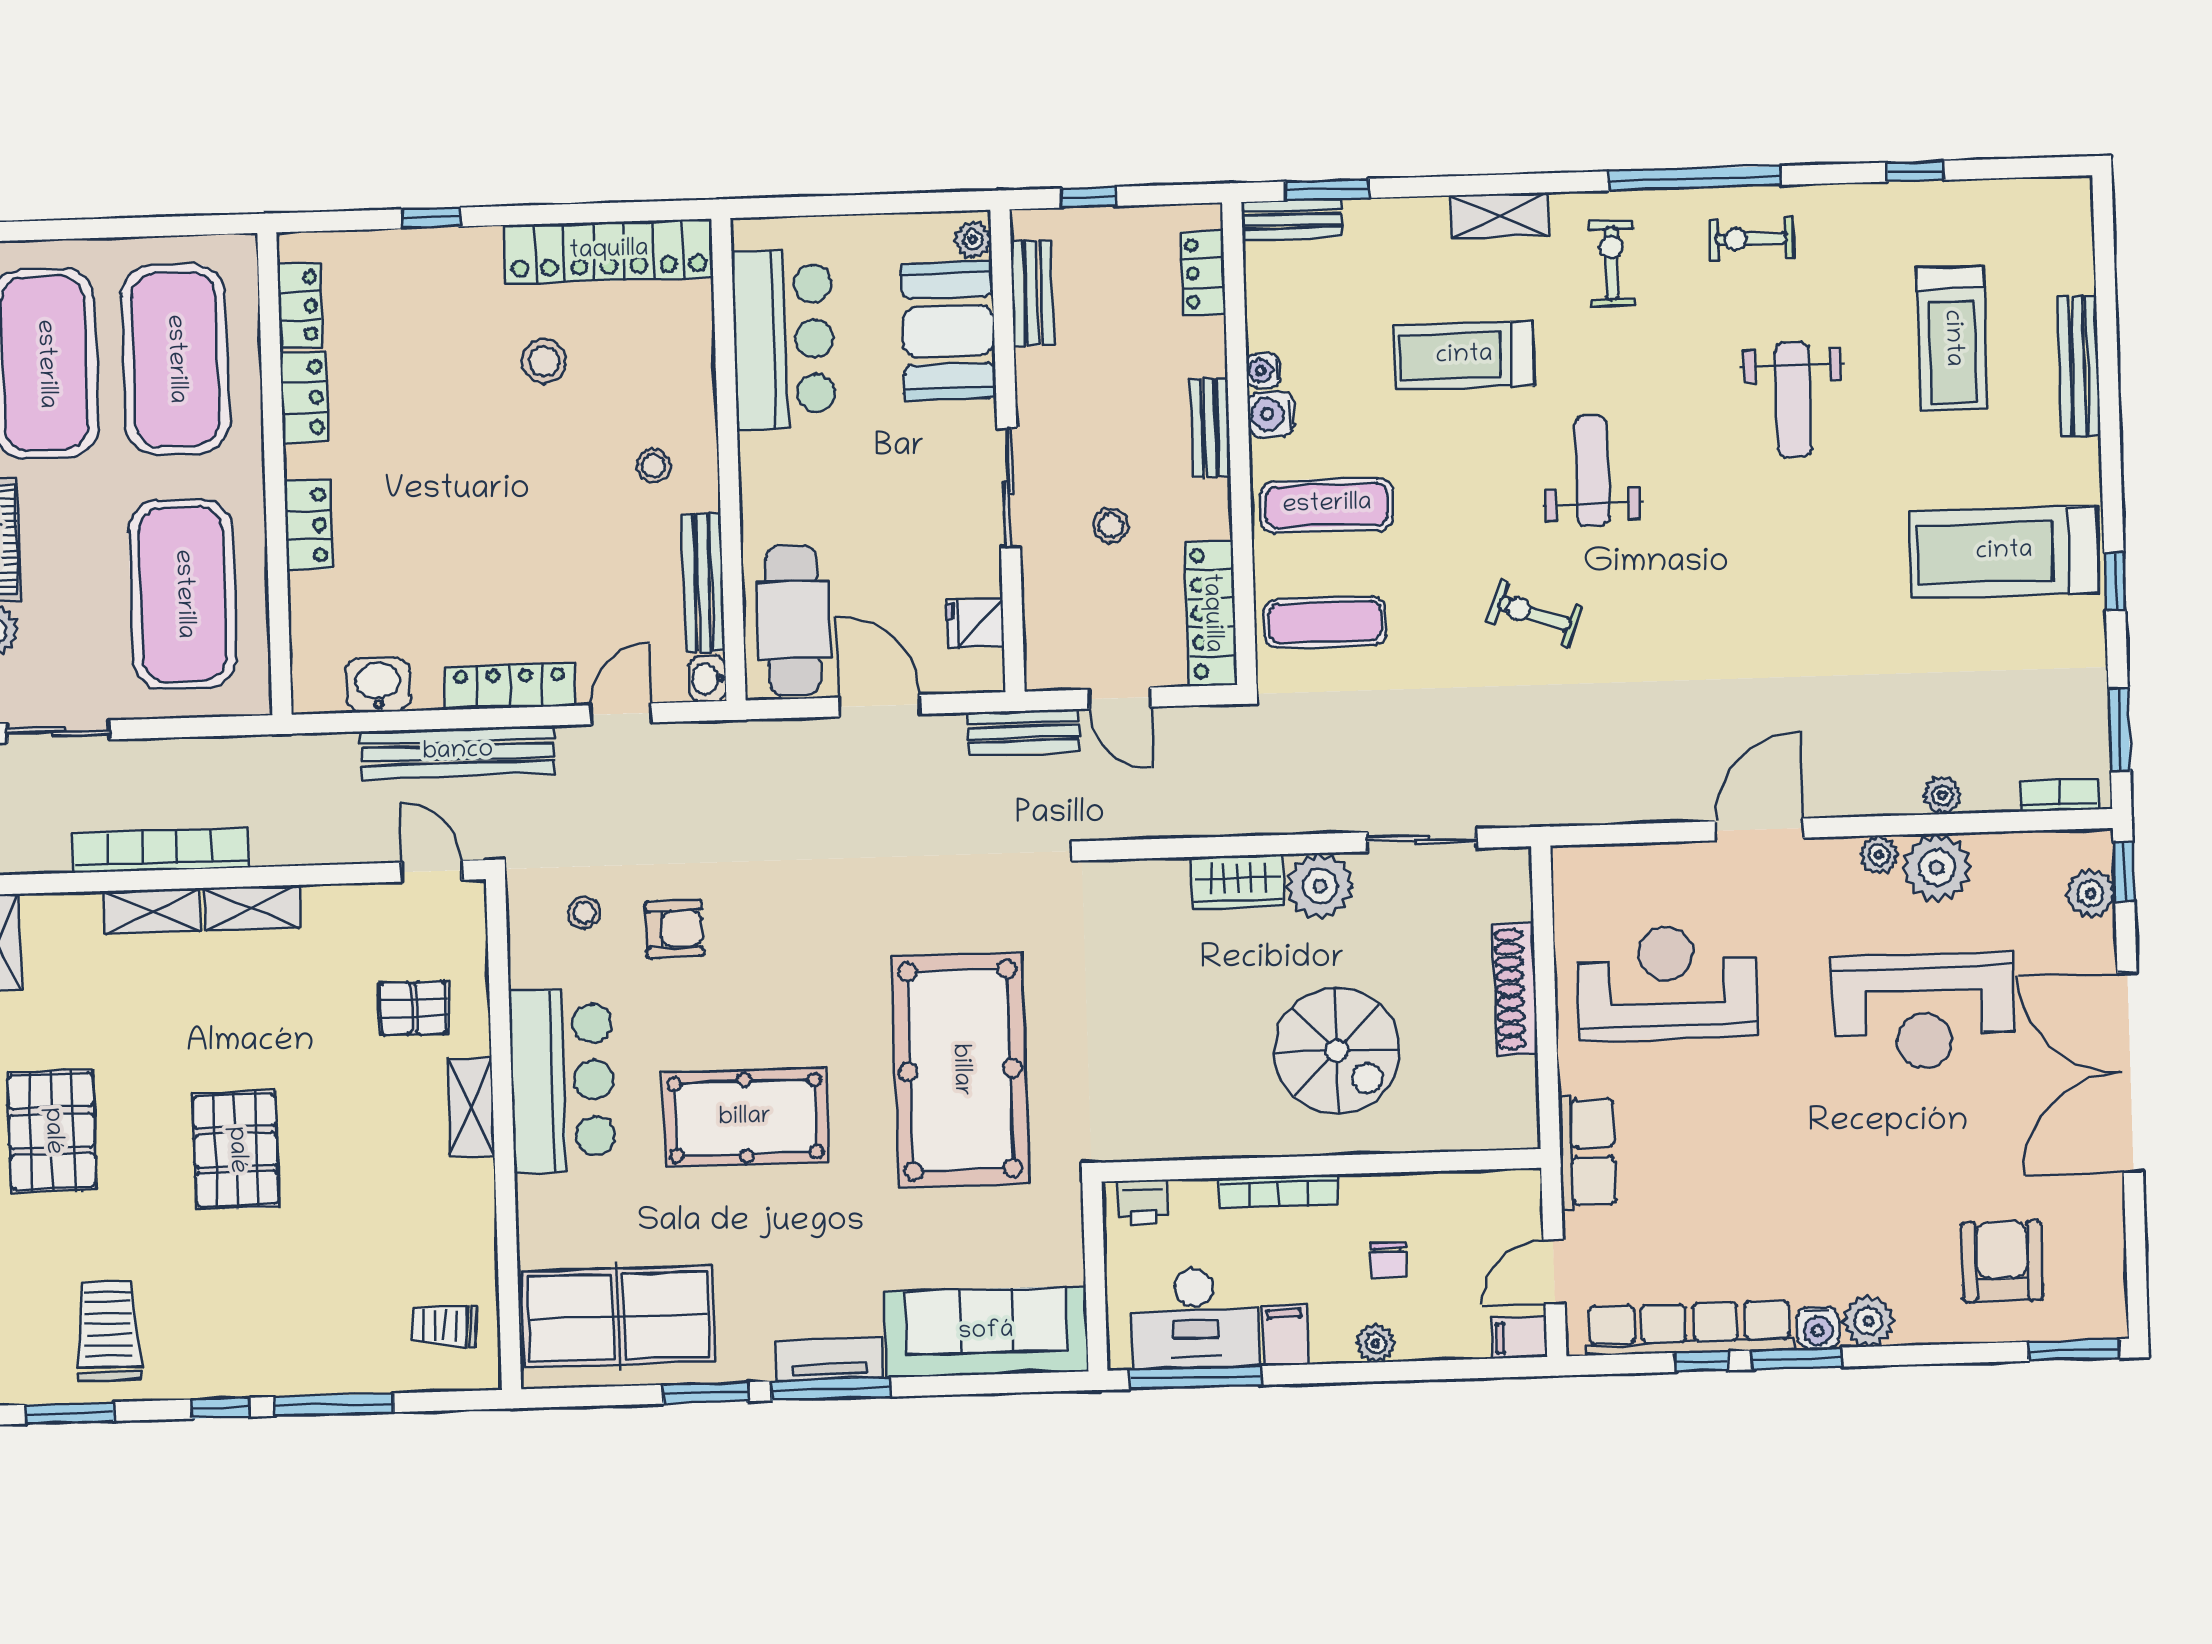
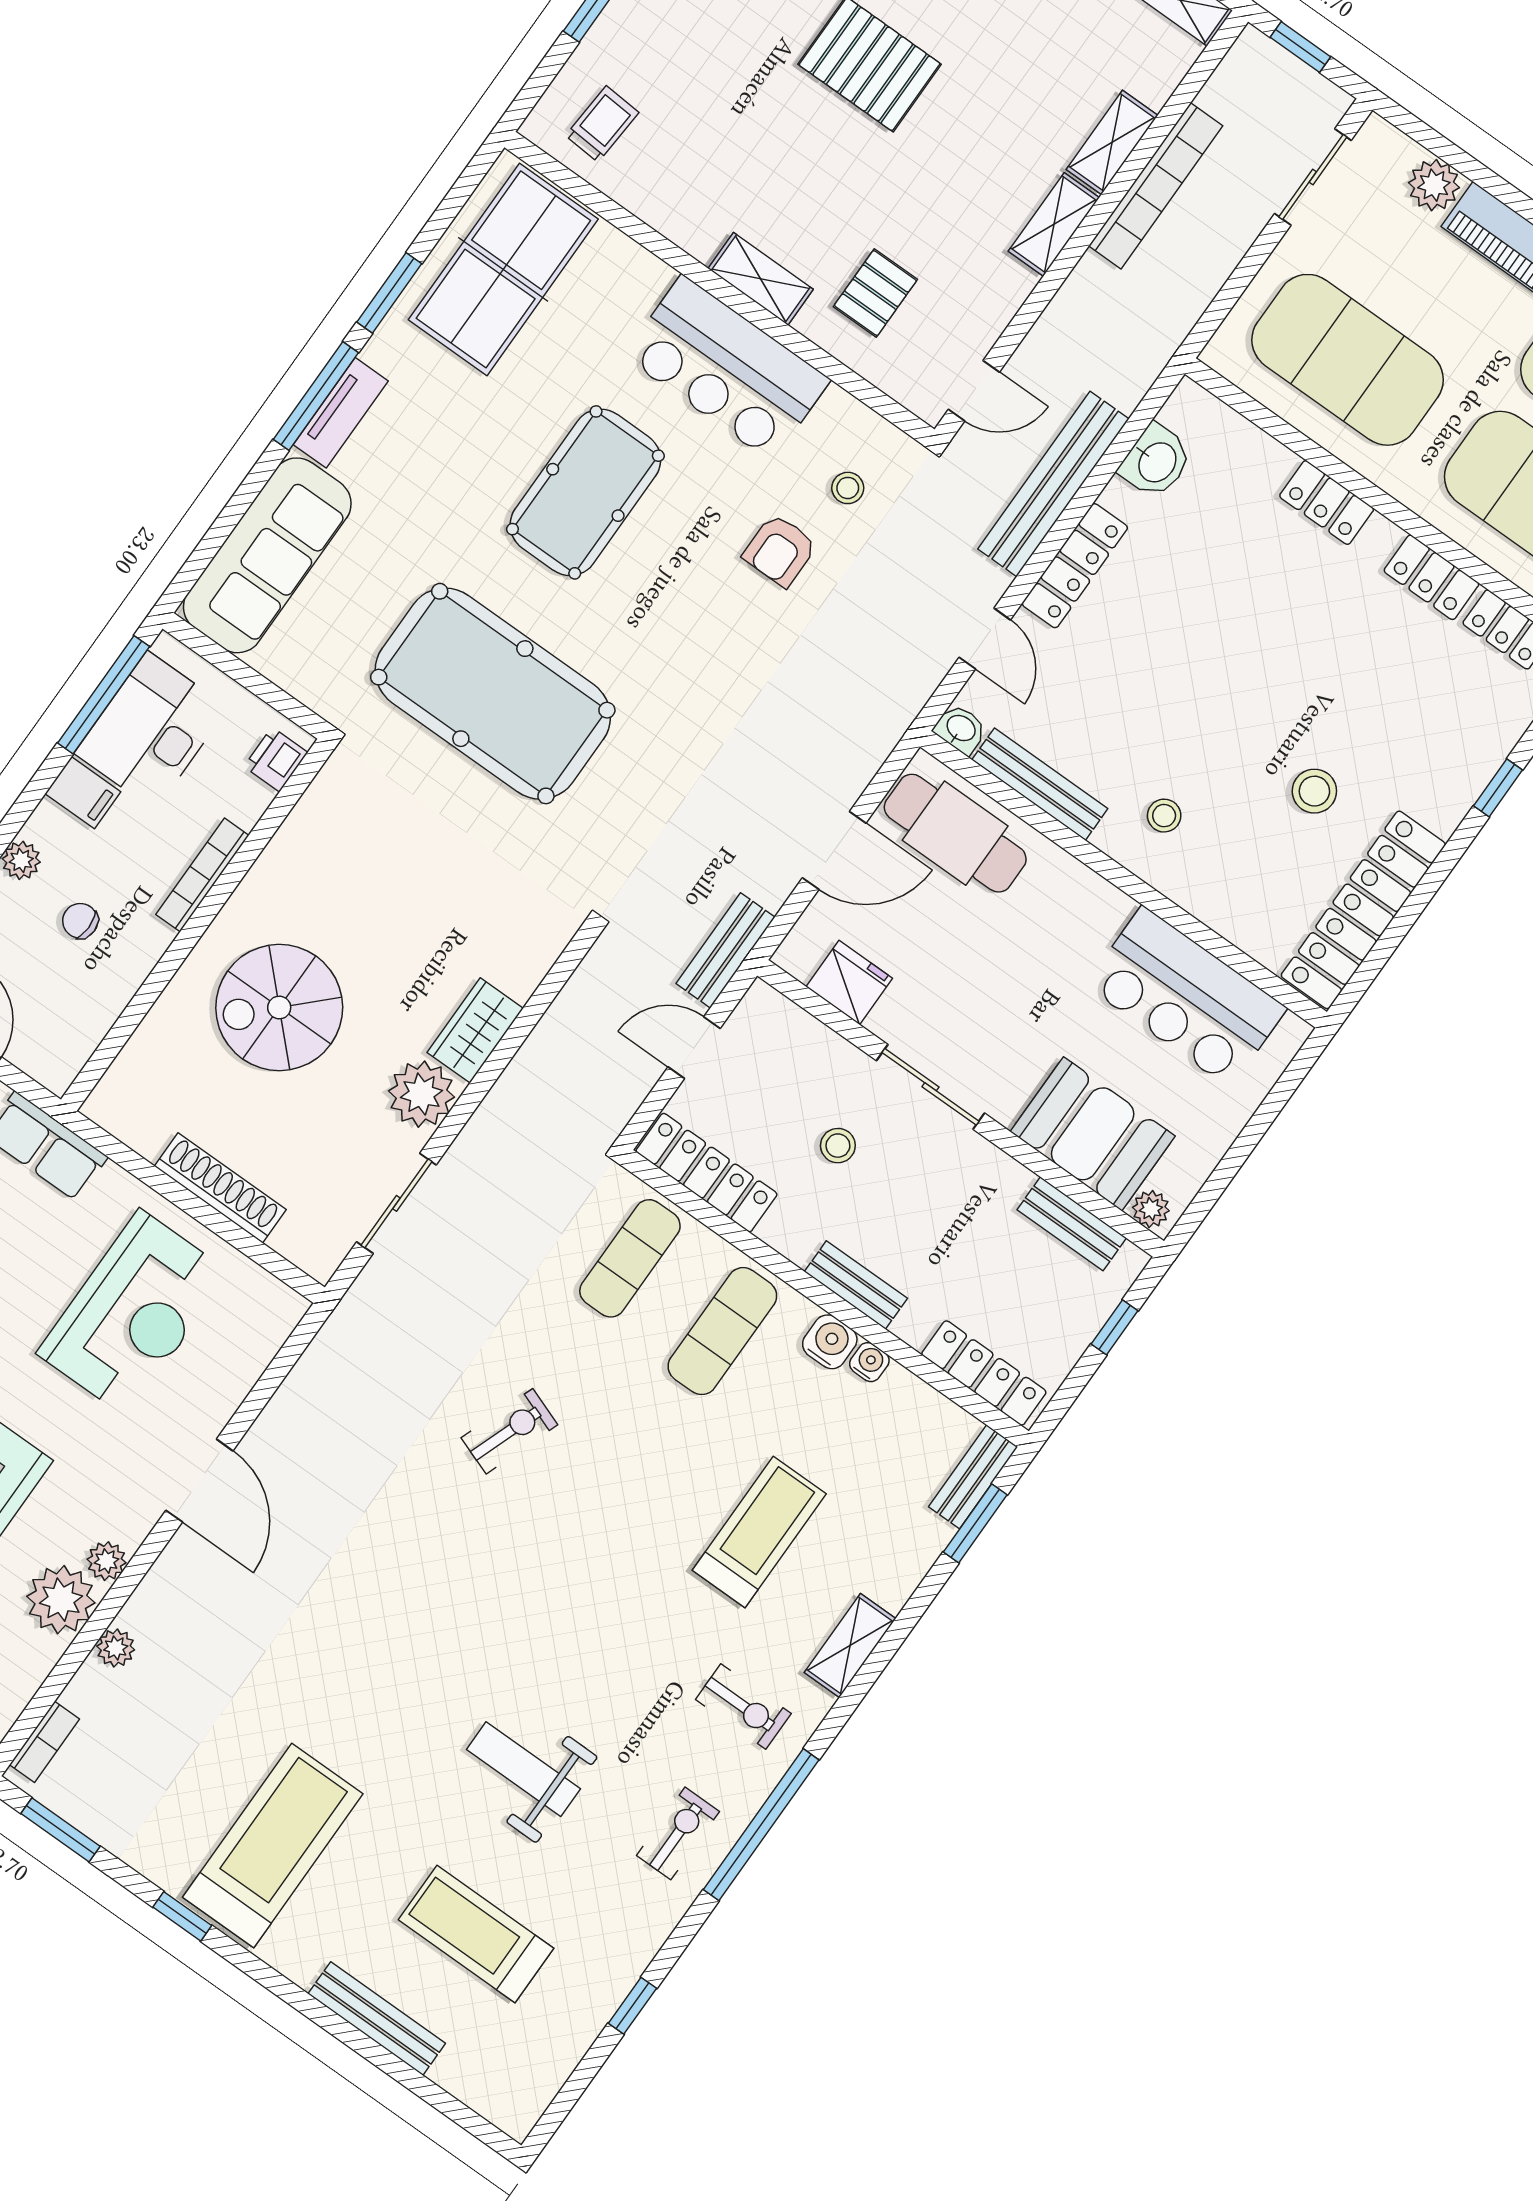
locker: (1203, 273) -> (984, 1373), width x1.53
weight bench: (1592, 471) -> (589, 1565), removed
fridge: (975, 624) -> (849, 983), width x1.38

